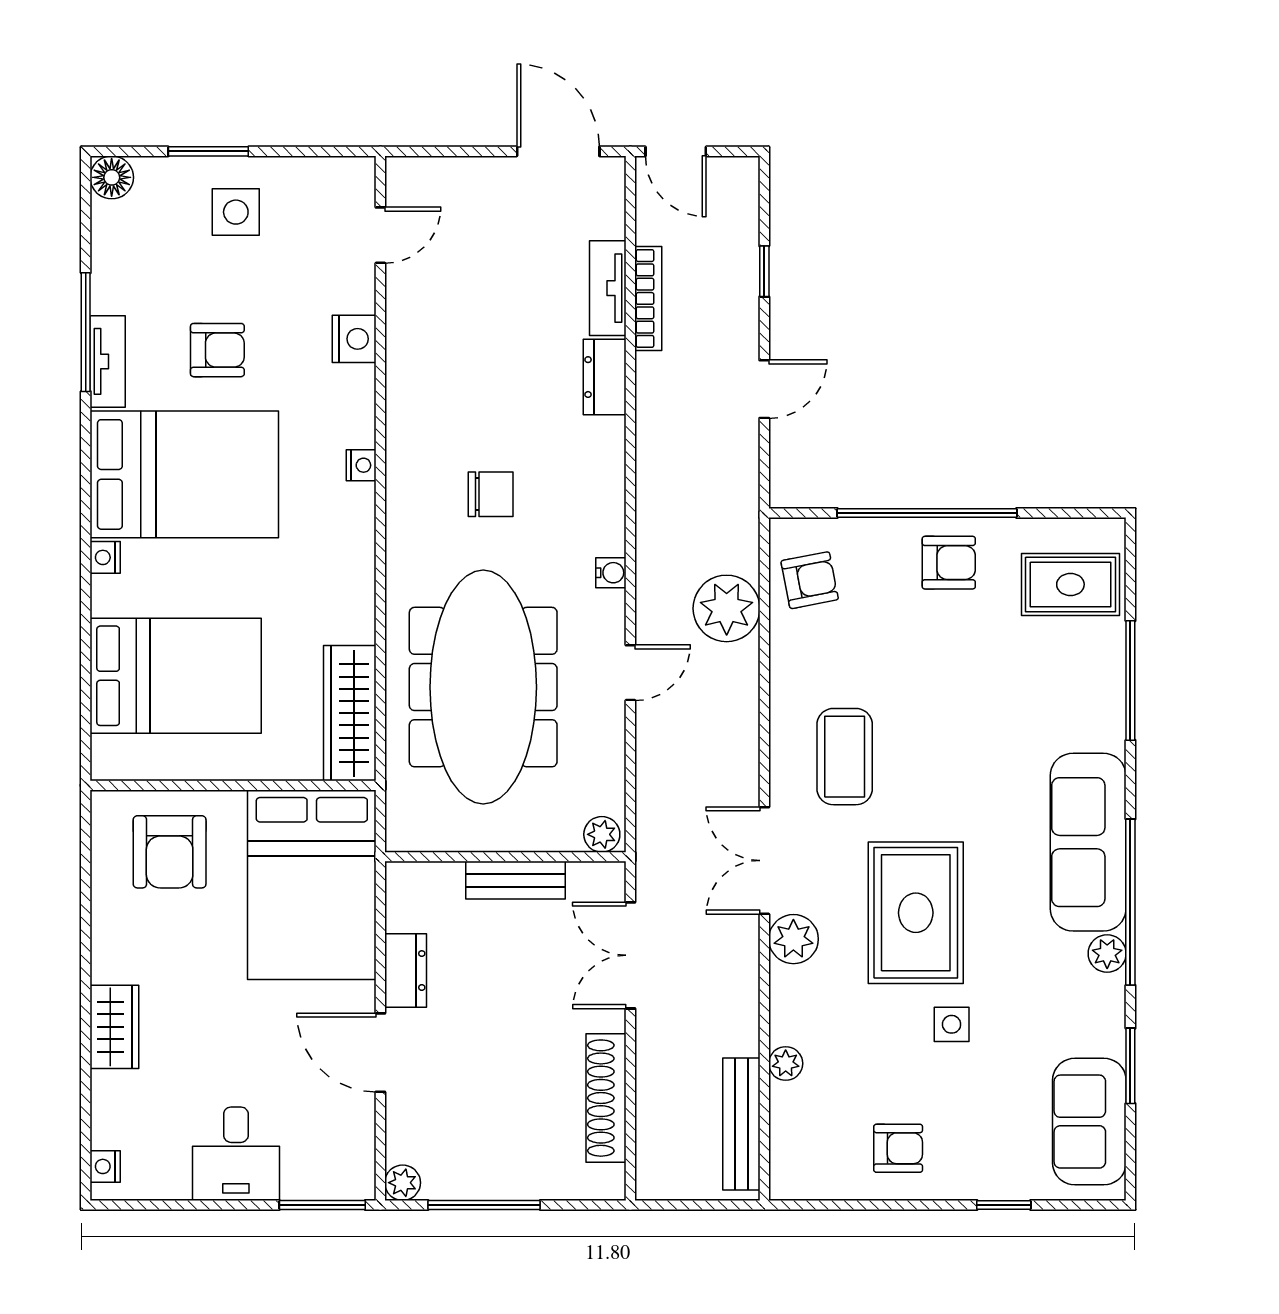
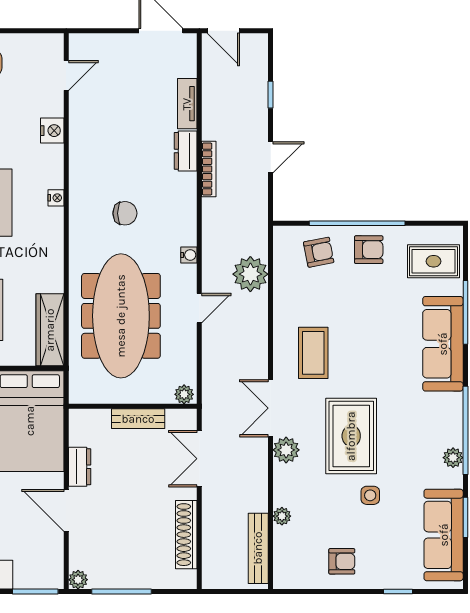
bookcase: (648, 298) -> (209, 169), moved
armchair: (810, 580) -> (319, 252), moved
sofa: (1088, 842) -> (443, 344), moved
sofa: (1089, 1122) -> (444, 535), width x1.36

